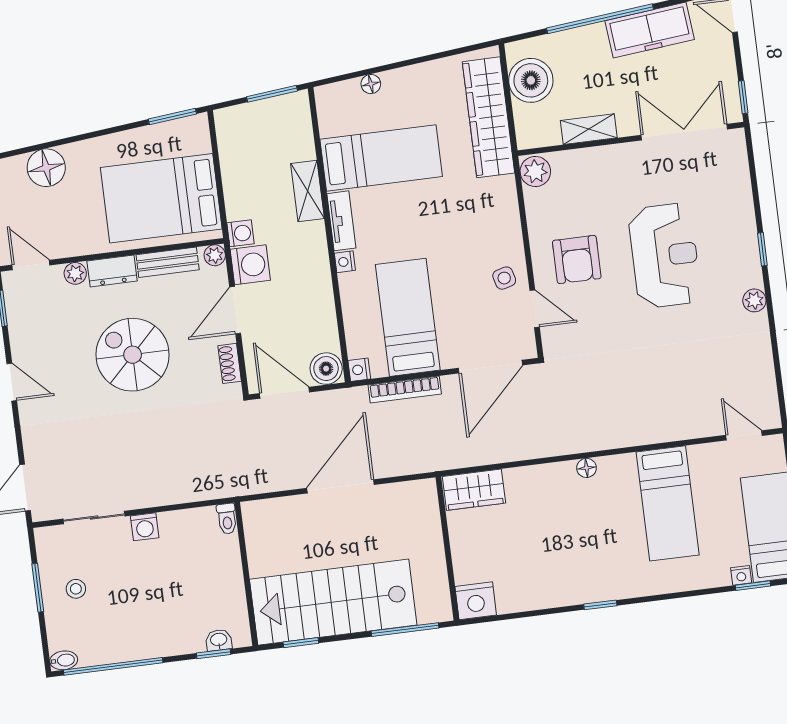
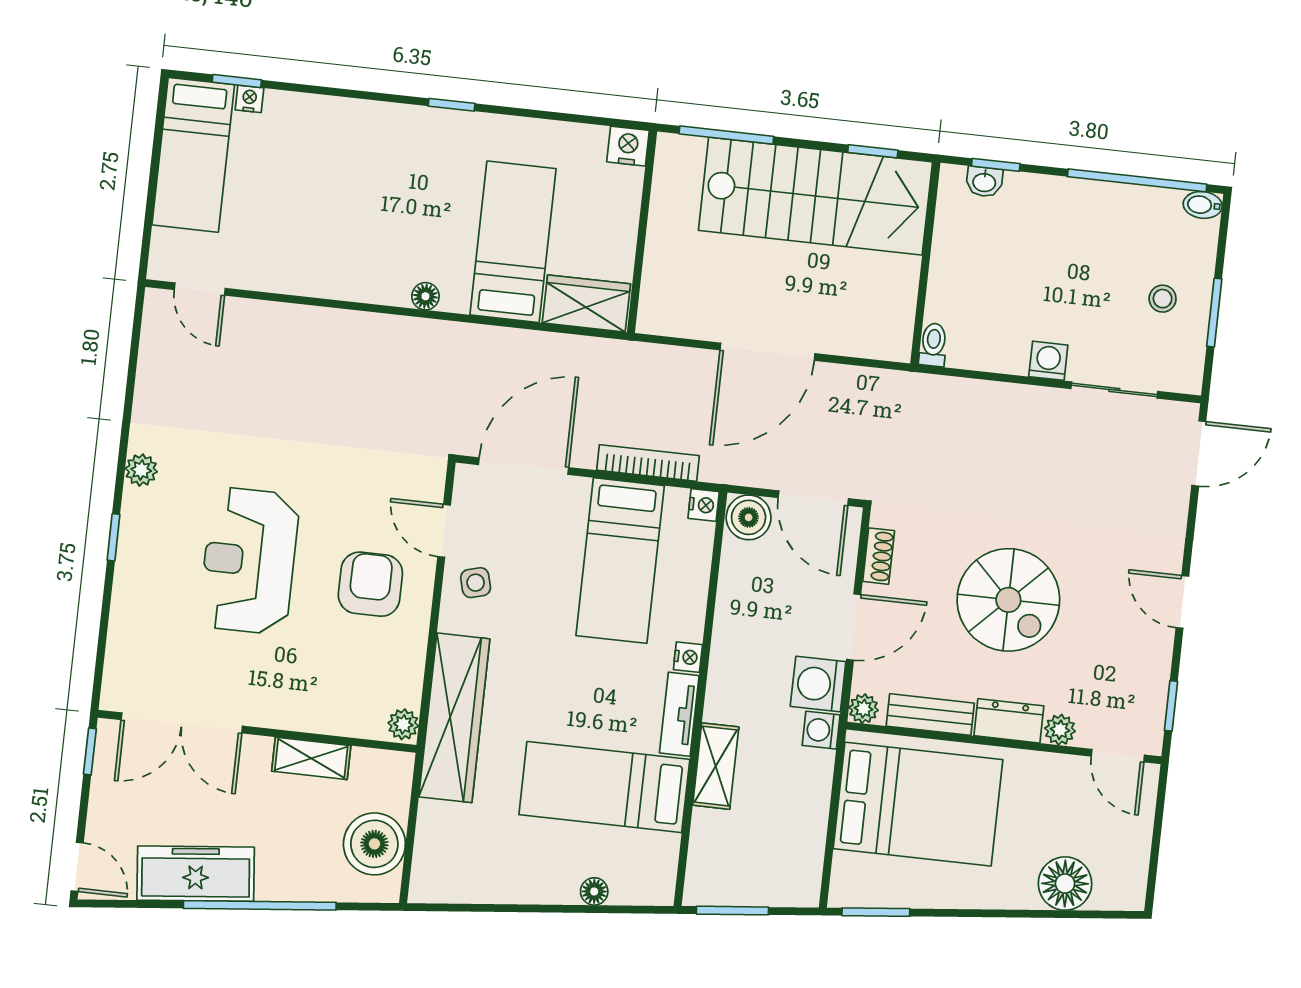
wardrobe: (488, 117) -> (454, 718), moved
plant: (535, 171) -> (403, 724), width x0.73, depth x0.73
bed: (668, 503) -> (513, 242), moved
nightstand: (476, 601) -> (628, 146), width x0.74, depth x0.75

